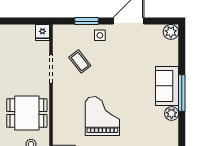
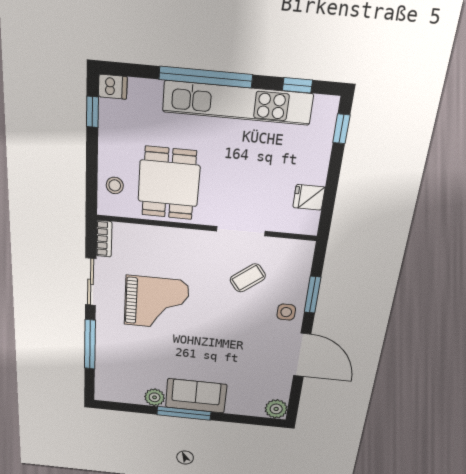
fridge: (43, 33) -> (309, 197), moved

